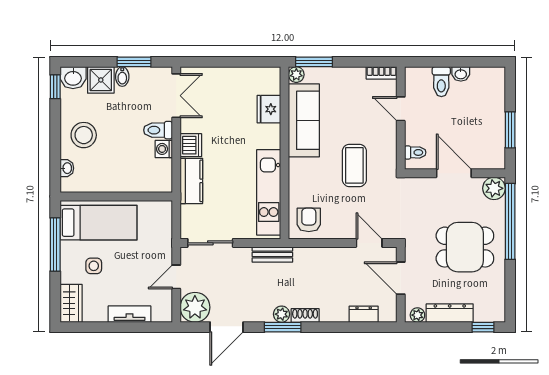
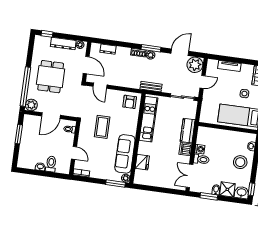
door: (454, 173) -> (51, 116), hinge flipped
dining table: (465, 247) -> (51, 77), turned 90

